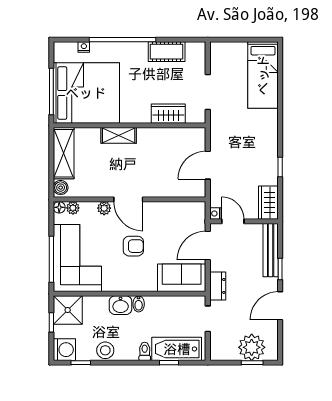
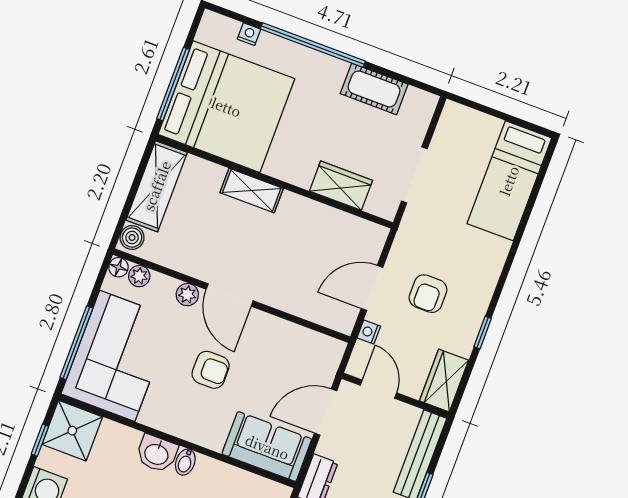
armchair: (241, 157) -> (428, 294), added
nightstand: (215, 213) -> (369, 332), moved

